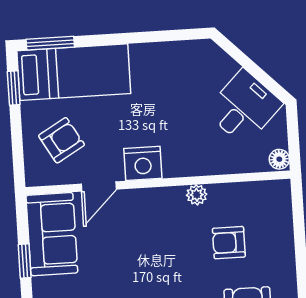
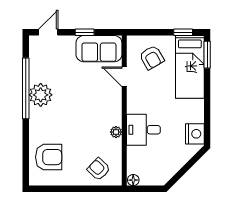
desk: (244, 107) -> (143, 130), moved, turned 135
nightstand: (143, 163) -> (195, 134), moved, turned 180
armchair: (229, 243) -> (99, 169), moved, turned -46

